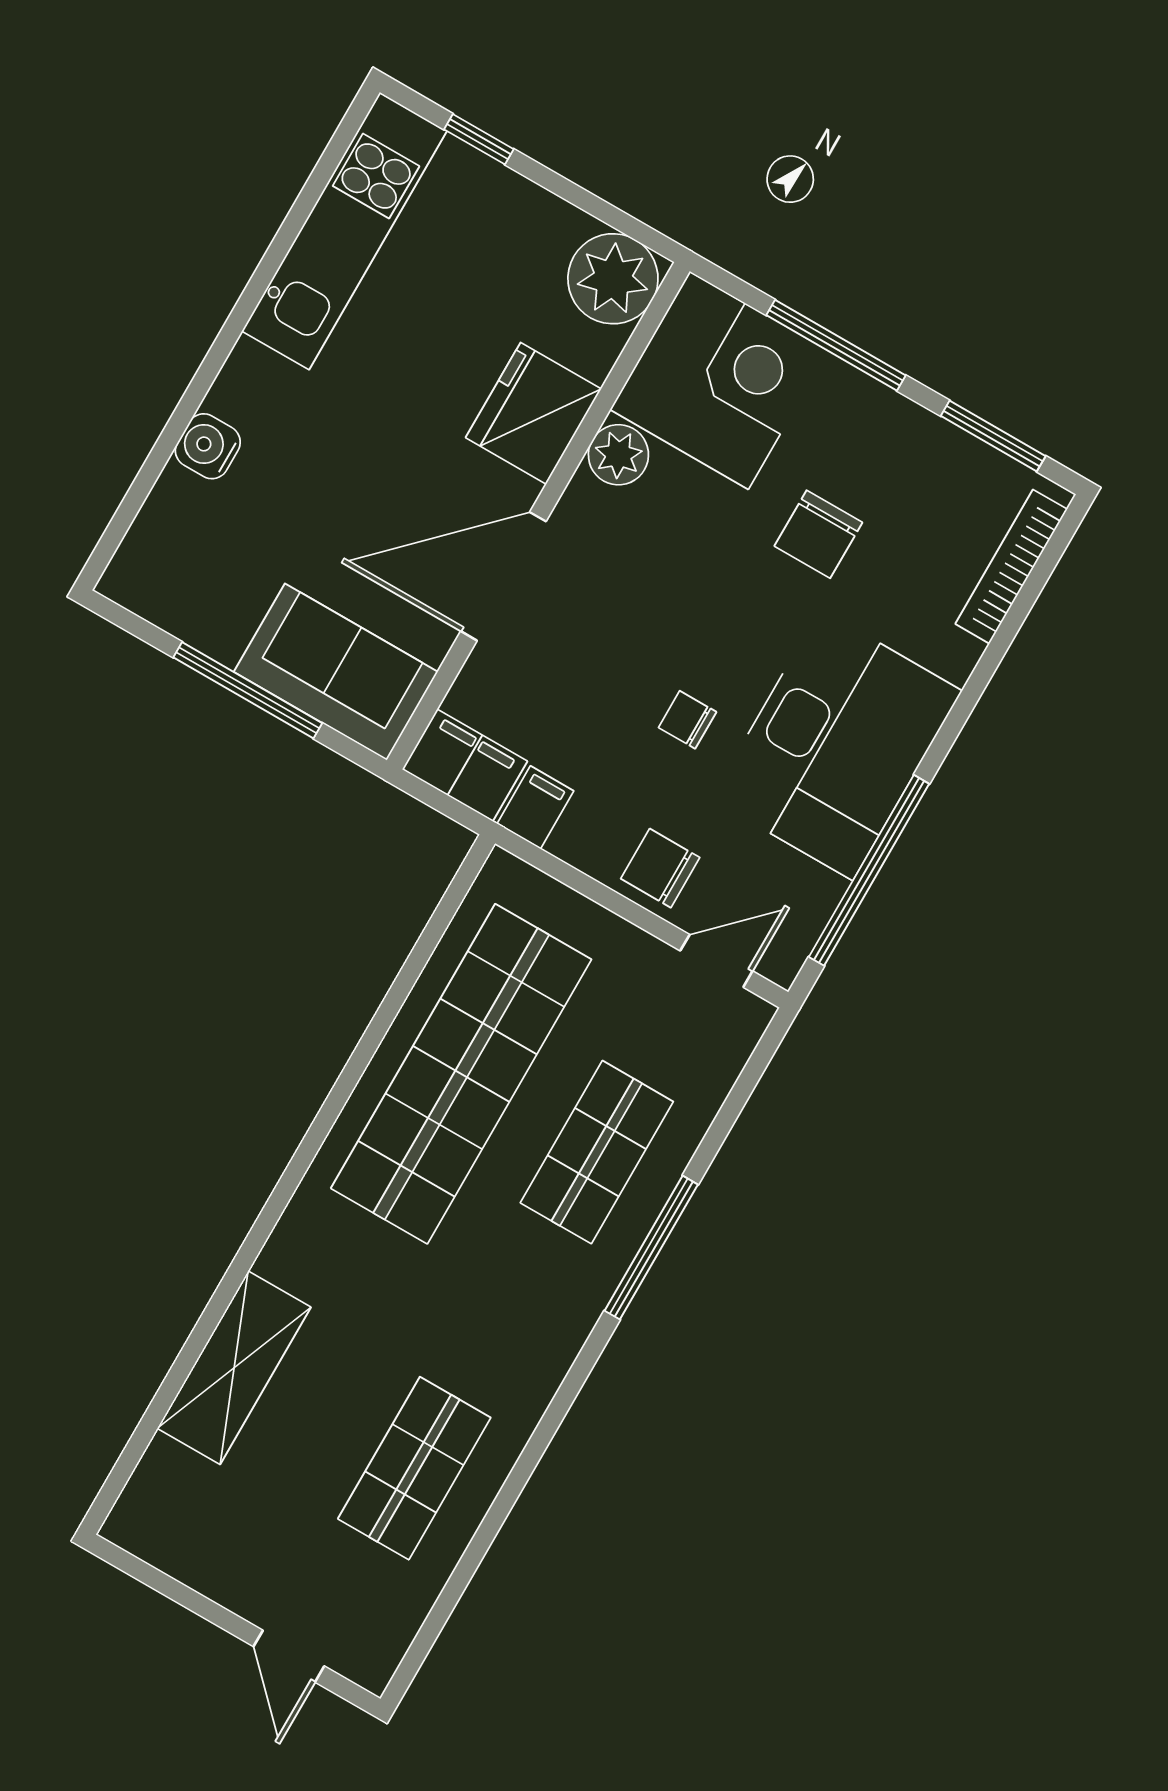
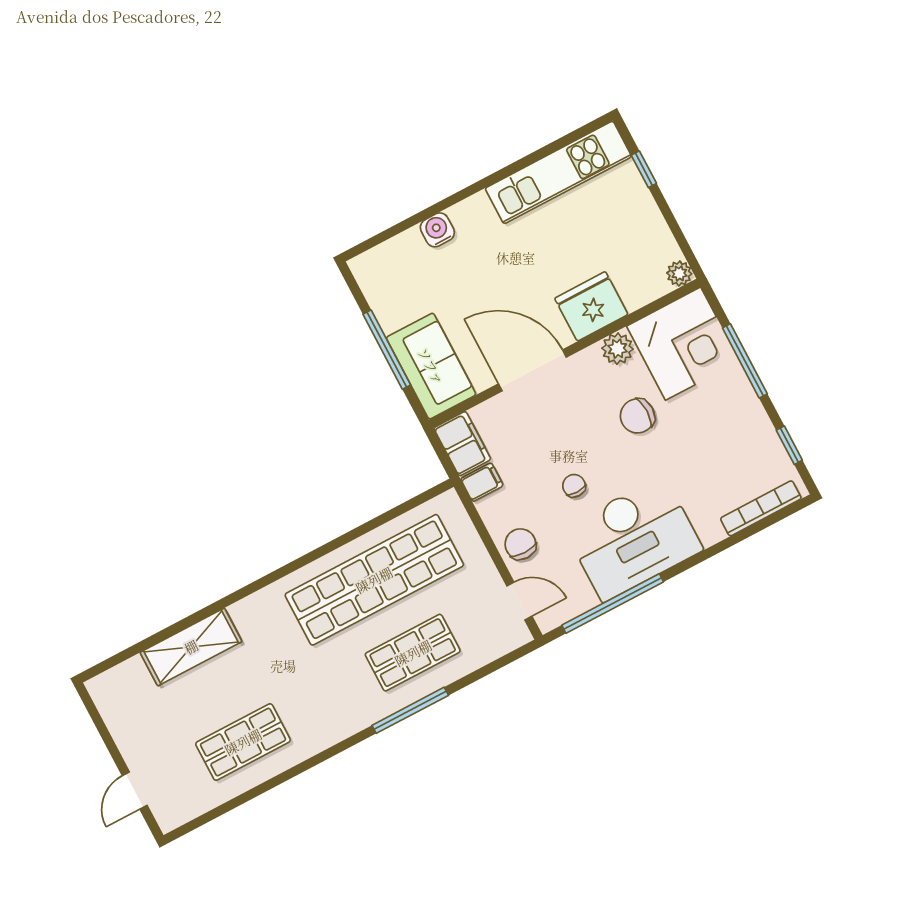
plant: (613, 279) -> (679, 273), width x0.53, depth x0.53
window: (993, 436) -> (789, 445), width x0.67
chair: (818, 534) -> (637, 416), moved

